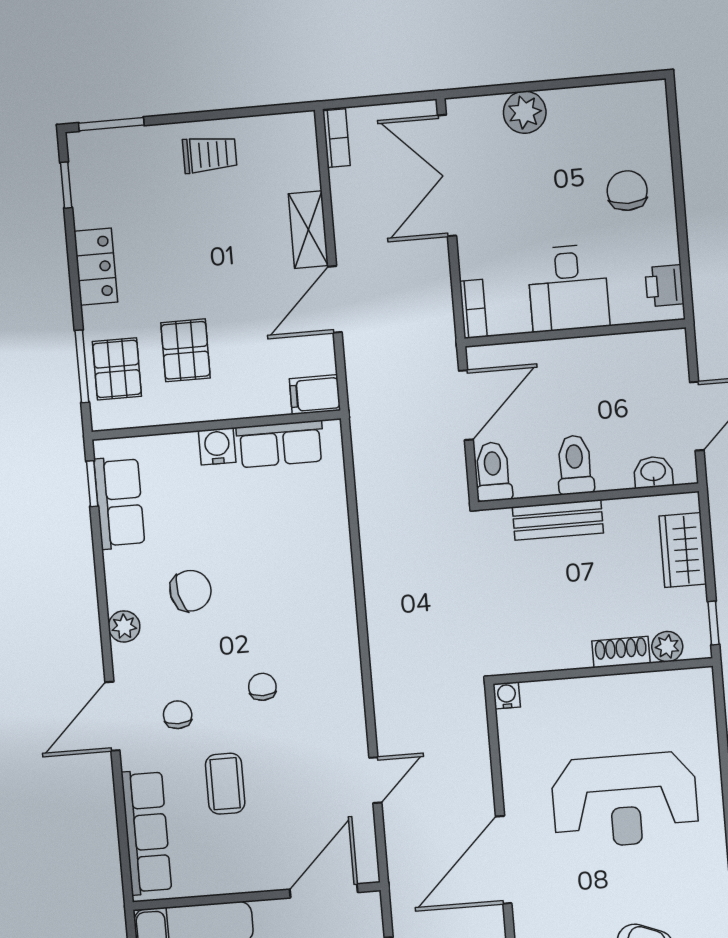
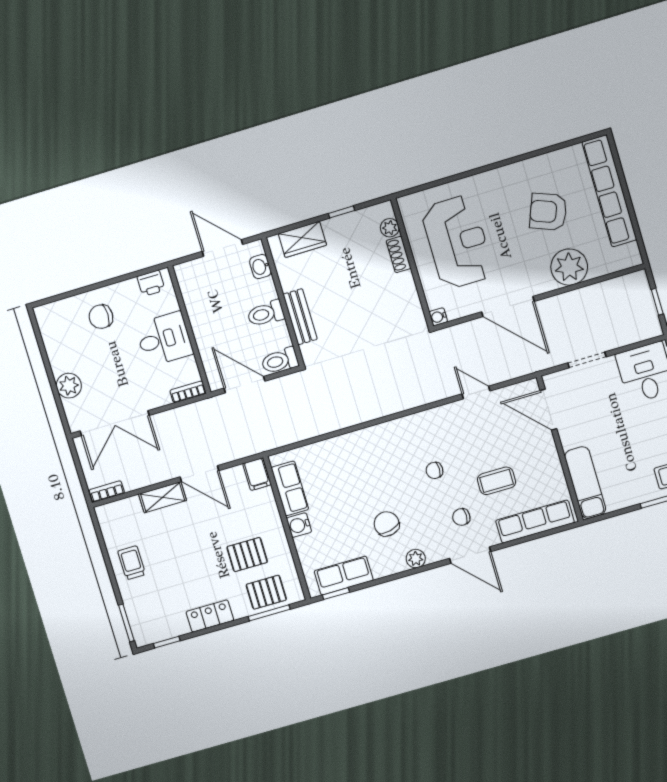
plant: (667, 647) -> (390, 228), moved
shoe rack: (621, 652) -> (399, 254), moved
wall: (603, 671) -> (412, 263), moved
water cooler: (507, 695) -> (438, 317), moved

